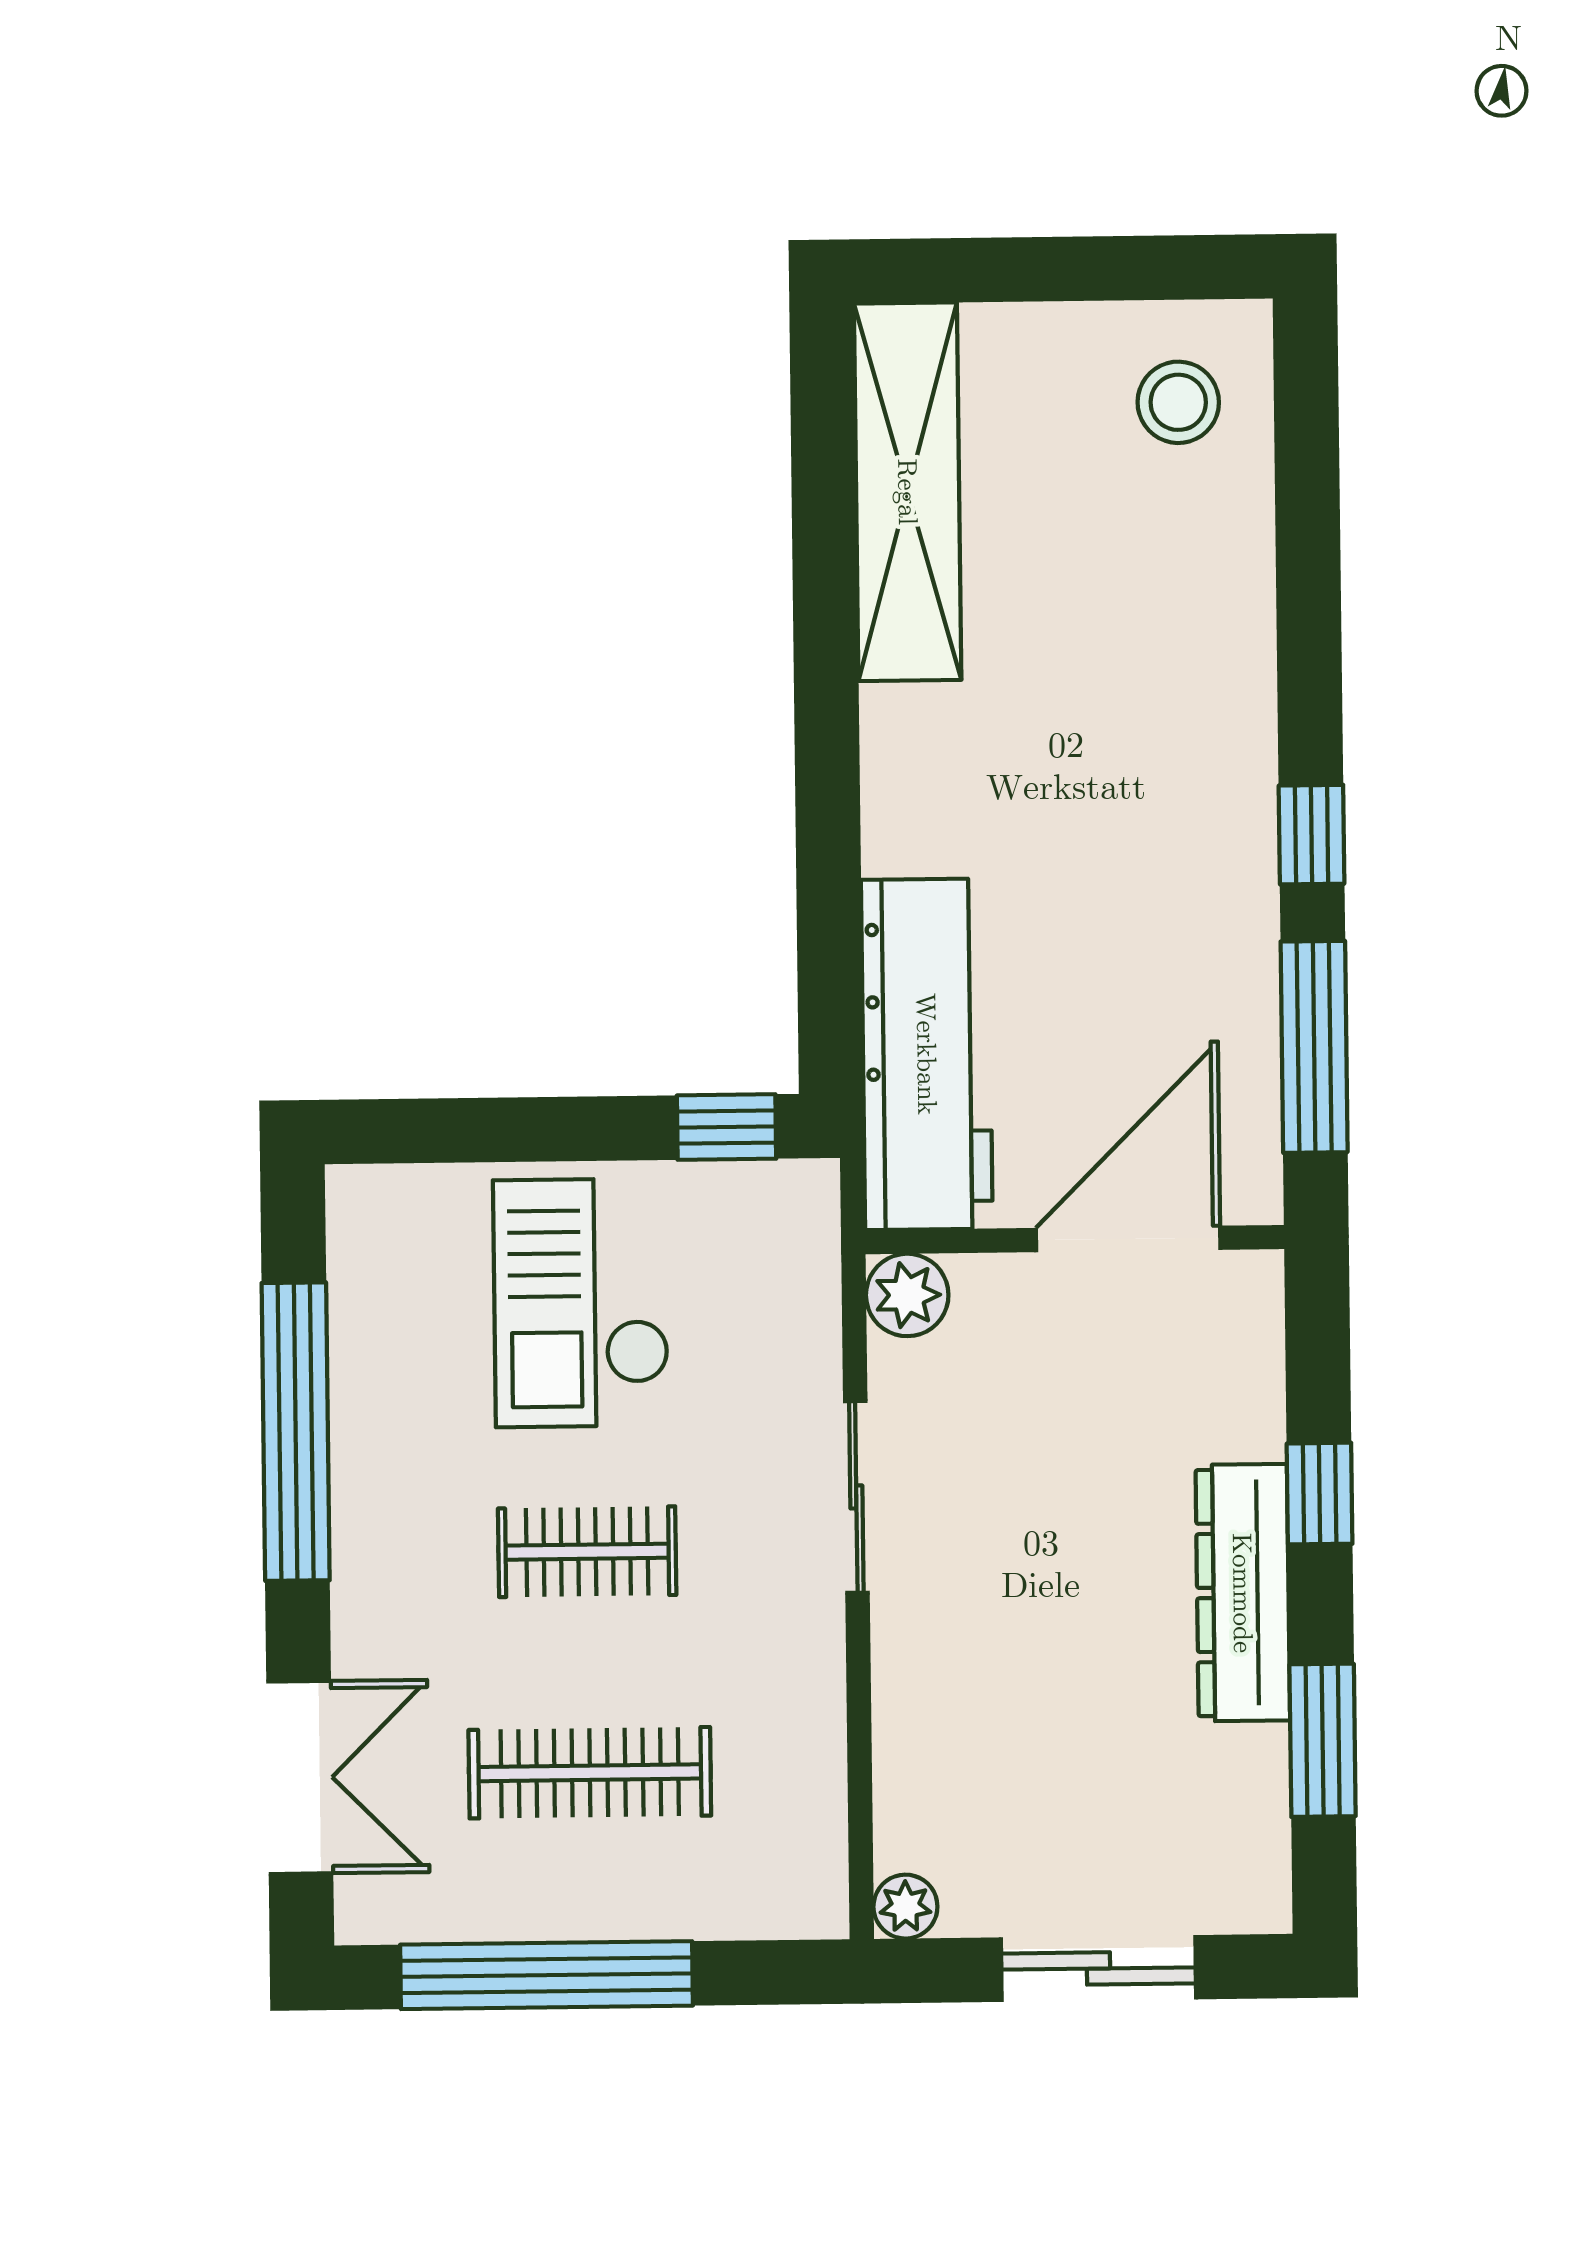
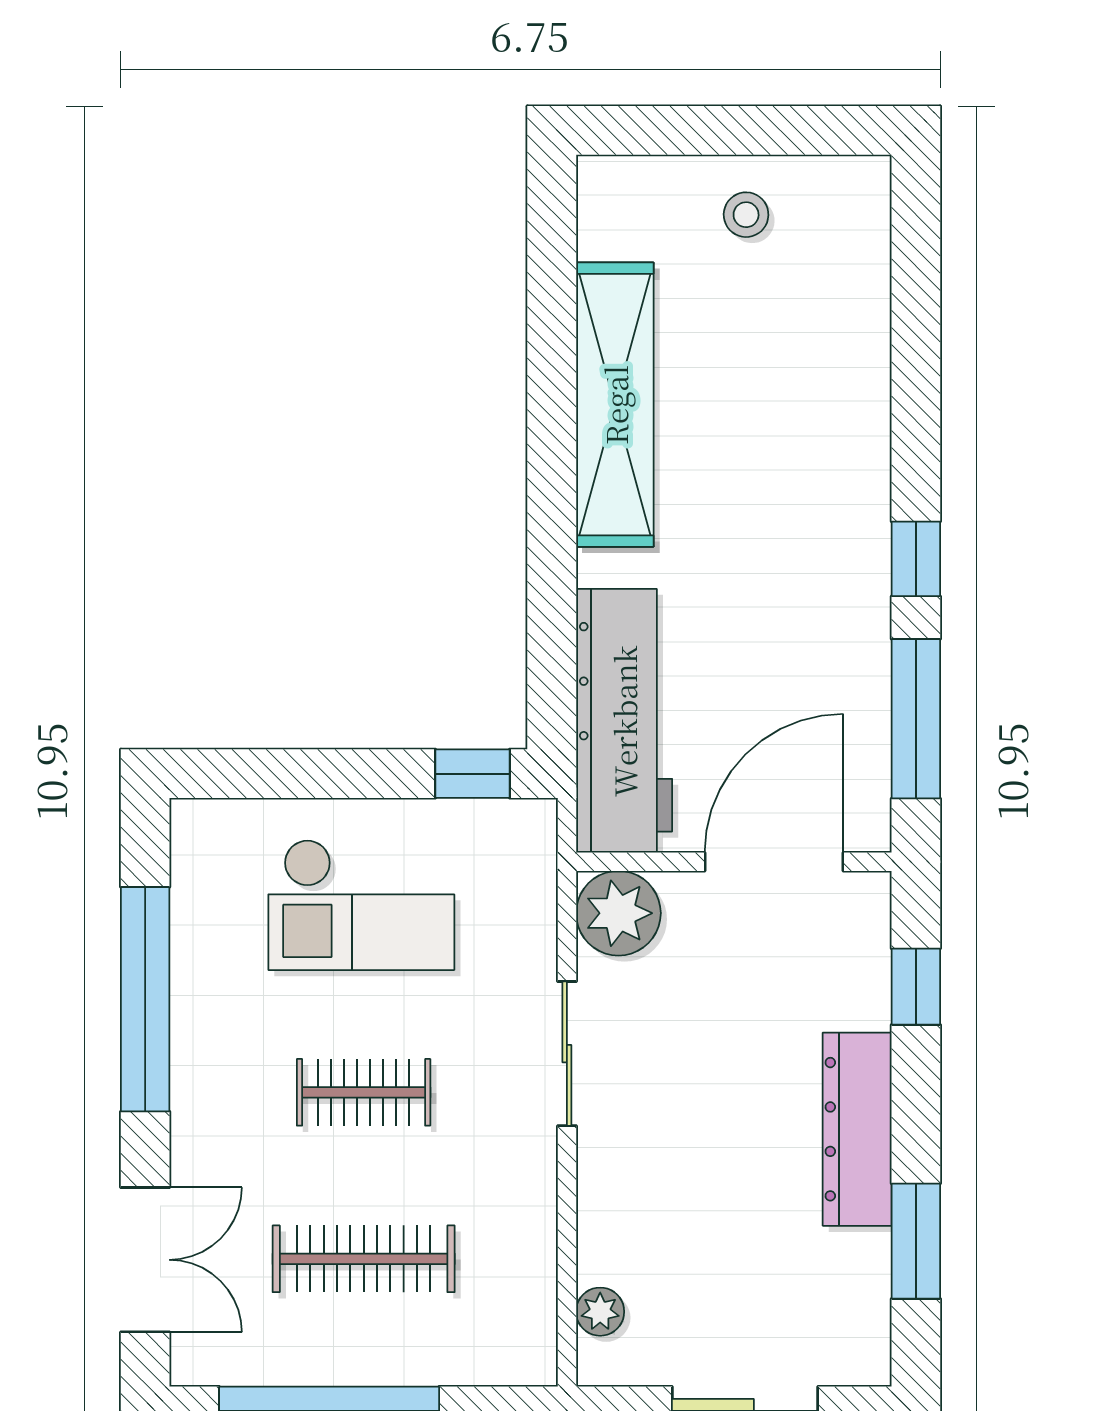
stool: (1178, 402) -> (746, 215), moved, width x0.73, depth x0.73
shelving: (908, 492) -> (615, 405), moved
plant: (907, 1295) -> (618, 913), width x1.36, depth x1.36
checkout: (581, 1303) -> (361, 905), turned -90
window: (1320, 1494) -> (916, 987), moved
plant: (905, 1907) -> (600, 1312), moved

